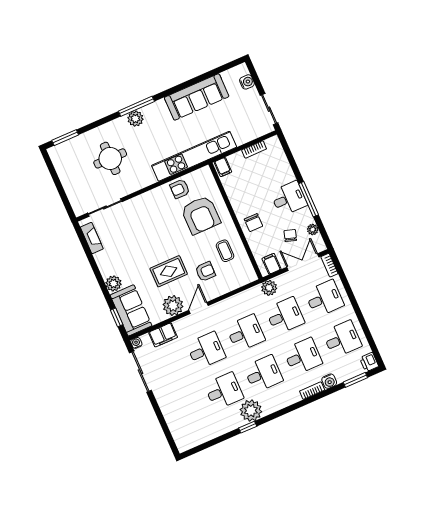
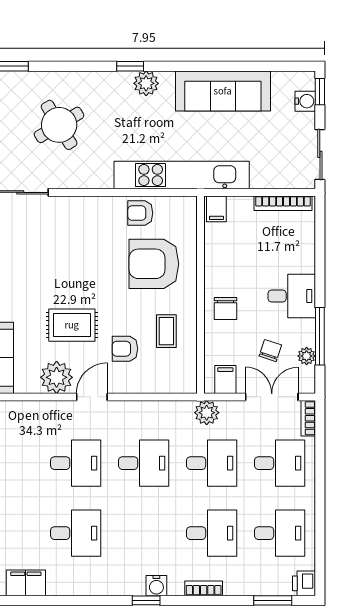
window: (253, 73) -> (320, 92), added
window: (136, 106) -> (130, 66), width x0.46
plant: (135, 119) -> (146, 83), moved
bookcase: (254, 149) -> (283, 203), width x1.56
round table: (110, 158) -> (59, 125), turned -31
window: (309, 199) -> (320, 336), moved
armchair: (201, 215) -> (154, 264), turned 90
armchair: (205, 272) -> (125, 349), turned 180
filing cabinet: (163, 335) -> (26, 583), moved, turned 180
desk: (263, 374) -> (144, 533), removed
water cooler: (329, 381) -> (156, 586), moved
plant: (251, 411) -> (102, 578), removed
window: (248, 427) -> (146, 600), moved

